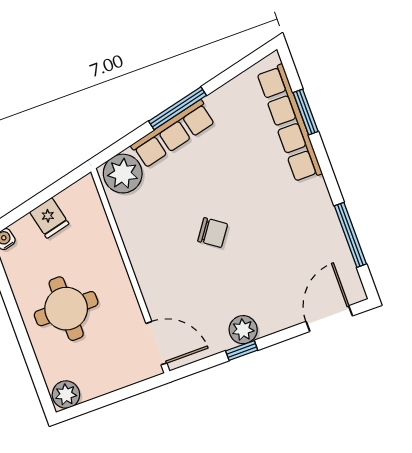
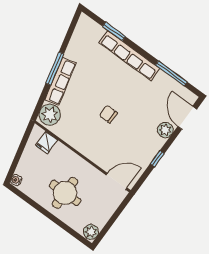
row of seats: (290, 123) -> (129, 56), moved
fridge: (49, 218) -> (47, 143), moved, turned 103
chair: (213, 233) -> (108, 114), turned -125
plant: (243, 330) -> (165, 130), moved

